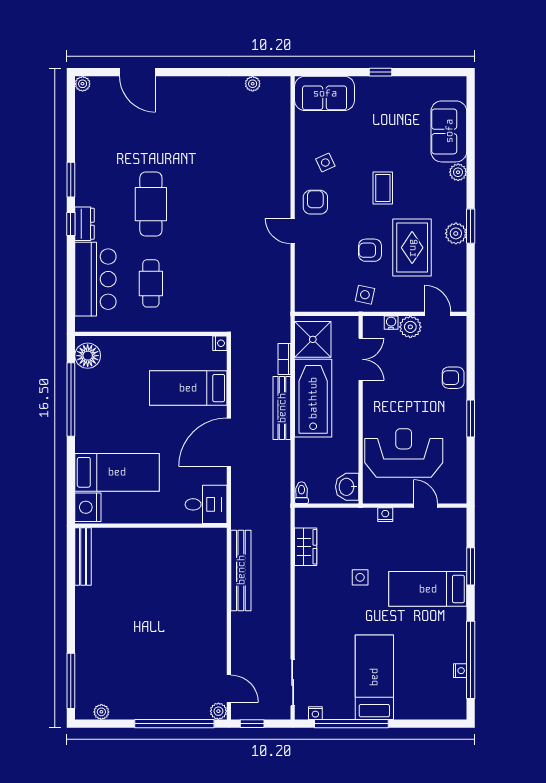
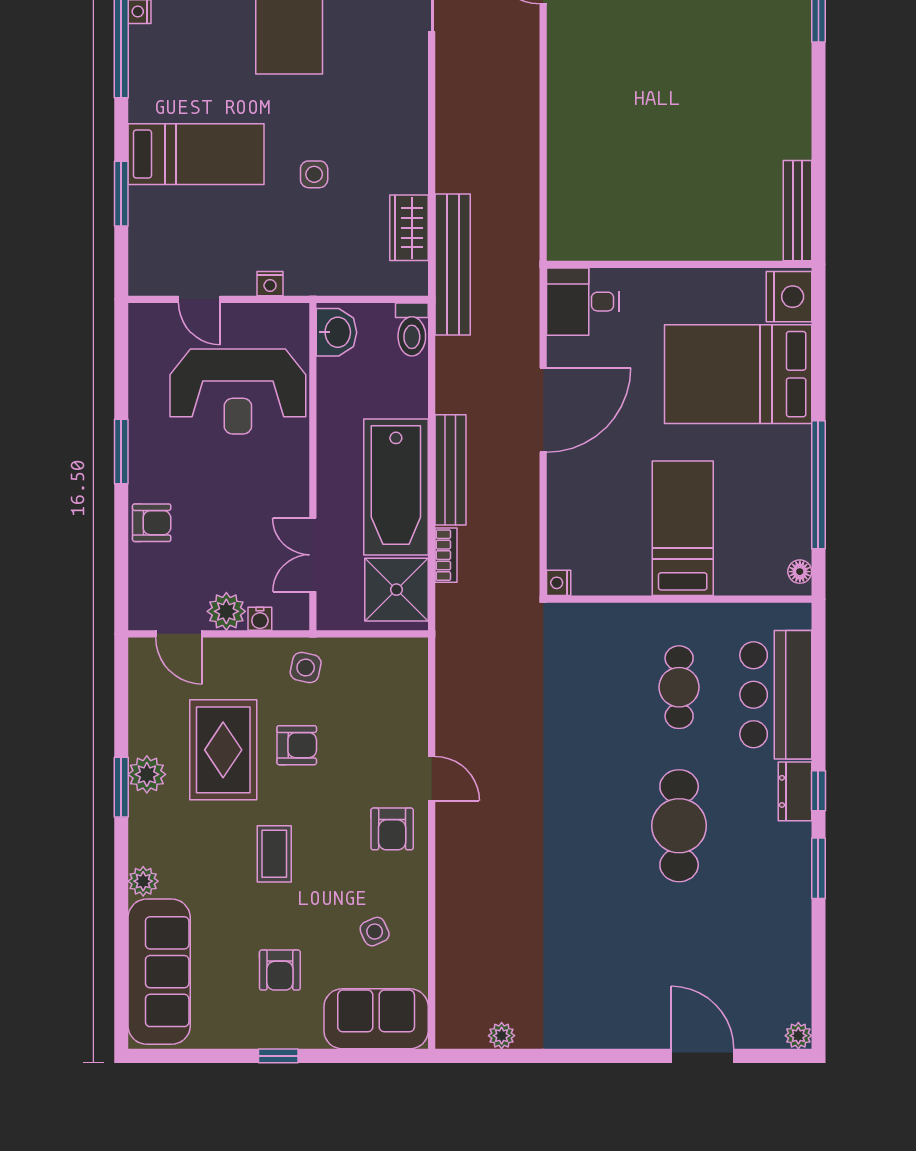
armchair: (380, 121) -> (280, 970), added
sofa: (449, 131) -> (159, 972), width x1.36
side table: (325, 163) -> (375, 932), moved
floor lamp: (88, 356) -> (800, 572), width x0.53, depth x0.53
bed: (188, 388) -> (683, 528), moved, turned -90
bed: (117, 472) -> (738, 374), width x1.50
toilet: (301, 493) -> (412, 329), width x1.37, depth x1.39
bench: (241, 570) -> (453, 265), moved

